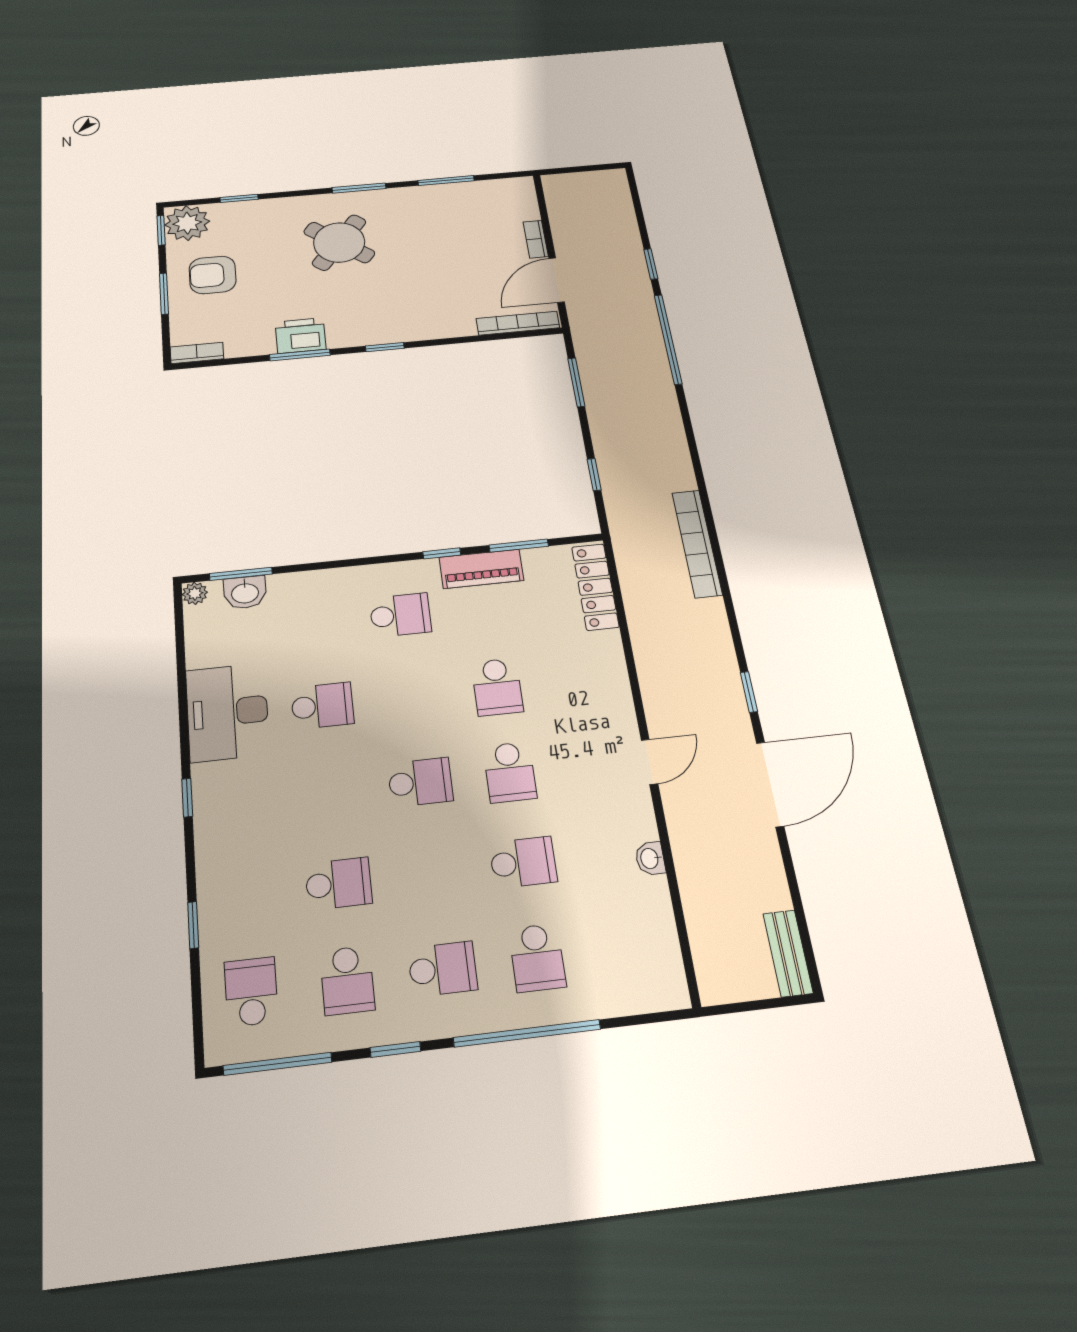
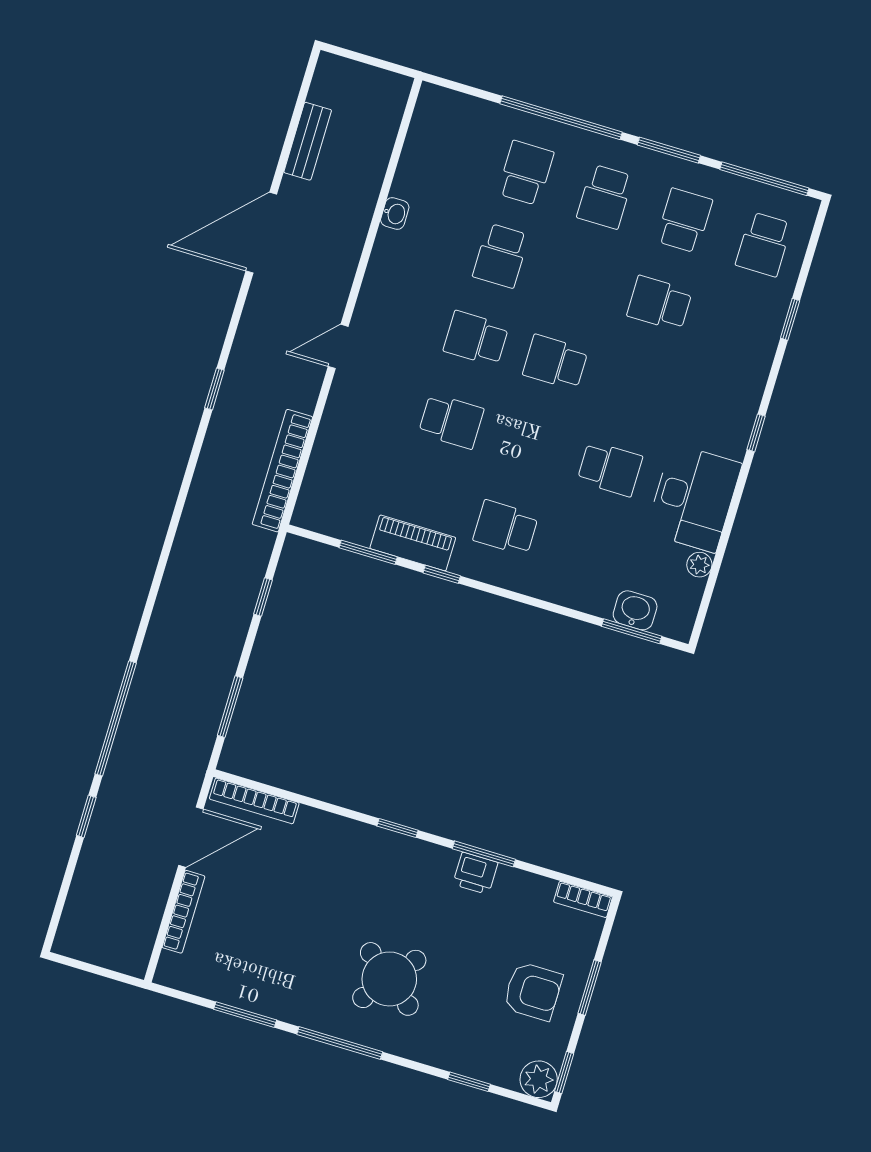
window: (359, 188) -> (340, 1043), width x1.44
plant: (187, 223) -> (539, 1079), width x0.73, depth x0.73
bookcase: (536, 239) -> (184, 912), width x1.56
printer: (301, 336) -> (475, 873), width x0.73, depth x0.81
bookcase: (697, 543) -> (282, 471), moved, turned 180
locker: (595, 587) -> (319, 481), removed
plant: (195, 593) -> (699, 565), moved
school desk: (497, 687) -> (451, 421), turned 90
window: (749, 692) -> (214, 389), moved
school desk: (322, 706) -> (610, 469), turned 180
door: (649, 762) -> (338, 346), moved
school desk: (510, 772) -> (476, 338), turned -90
school desk: (523, 862) -> (501, 256), turned -90
bench: (788, 953) -> (308, 141), moved
school desk: (443, 969) -> (605, 197), turned -90
window: (395, 1049) -> (669, 150), width x1.50

